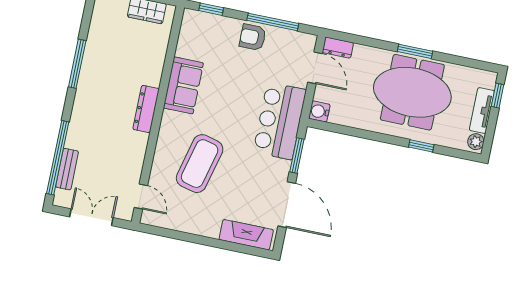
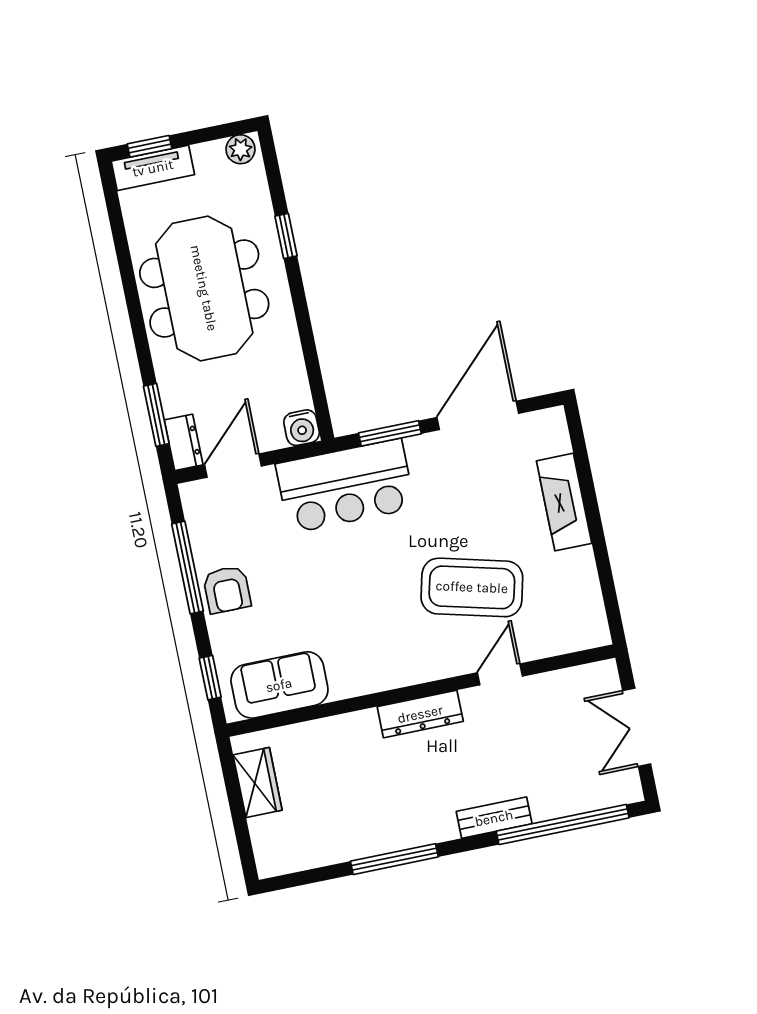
window: (415, 51) -> (156, 415), moved
sofa: (183, 85) -> (279, 685), moved
tv unit: (482, 111) -> (153, 168), moved
bench: (67, 169) -> (494, 818), moved
door: (141, 197) -> (500, 674), moved
fireplace: (246, 235) -> (564, 502), moved

